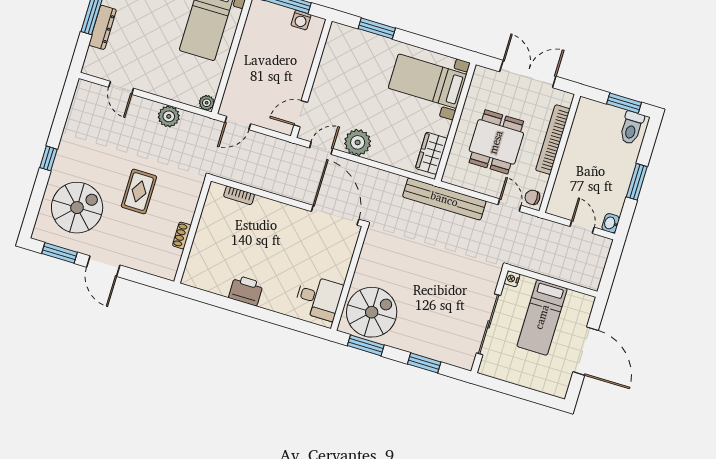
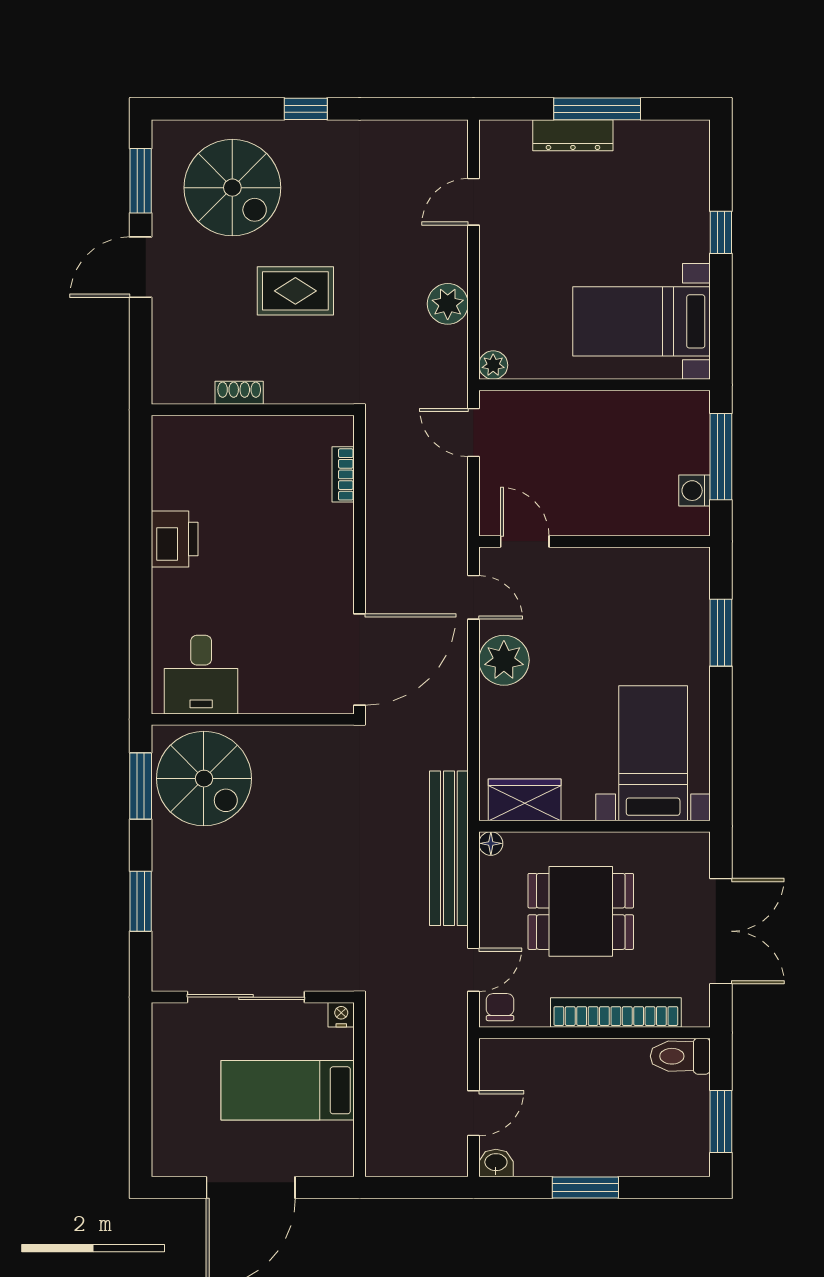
toilet: (632, 128) -> (680, 1056), moved
floor lamp: (448, 177) -> (491, 843), added

